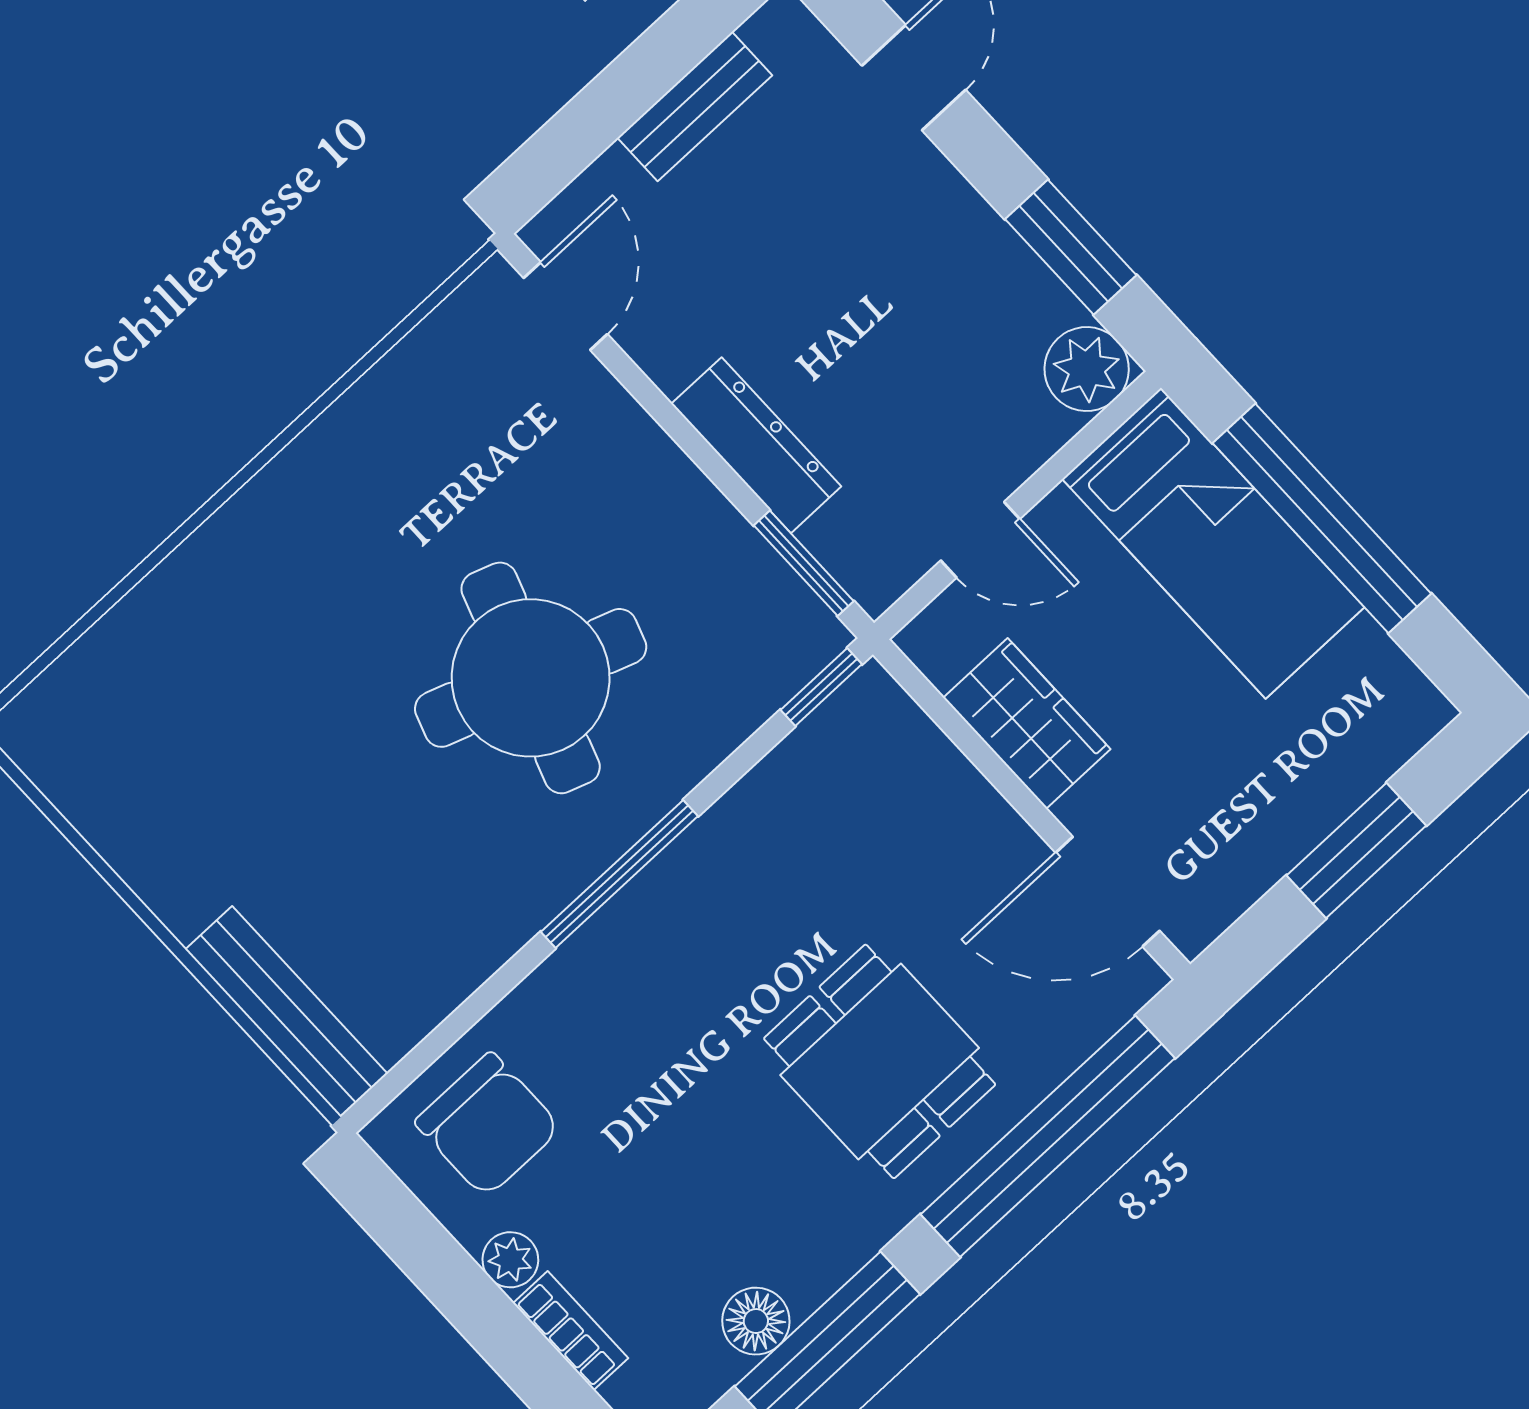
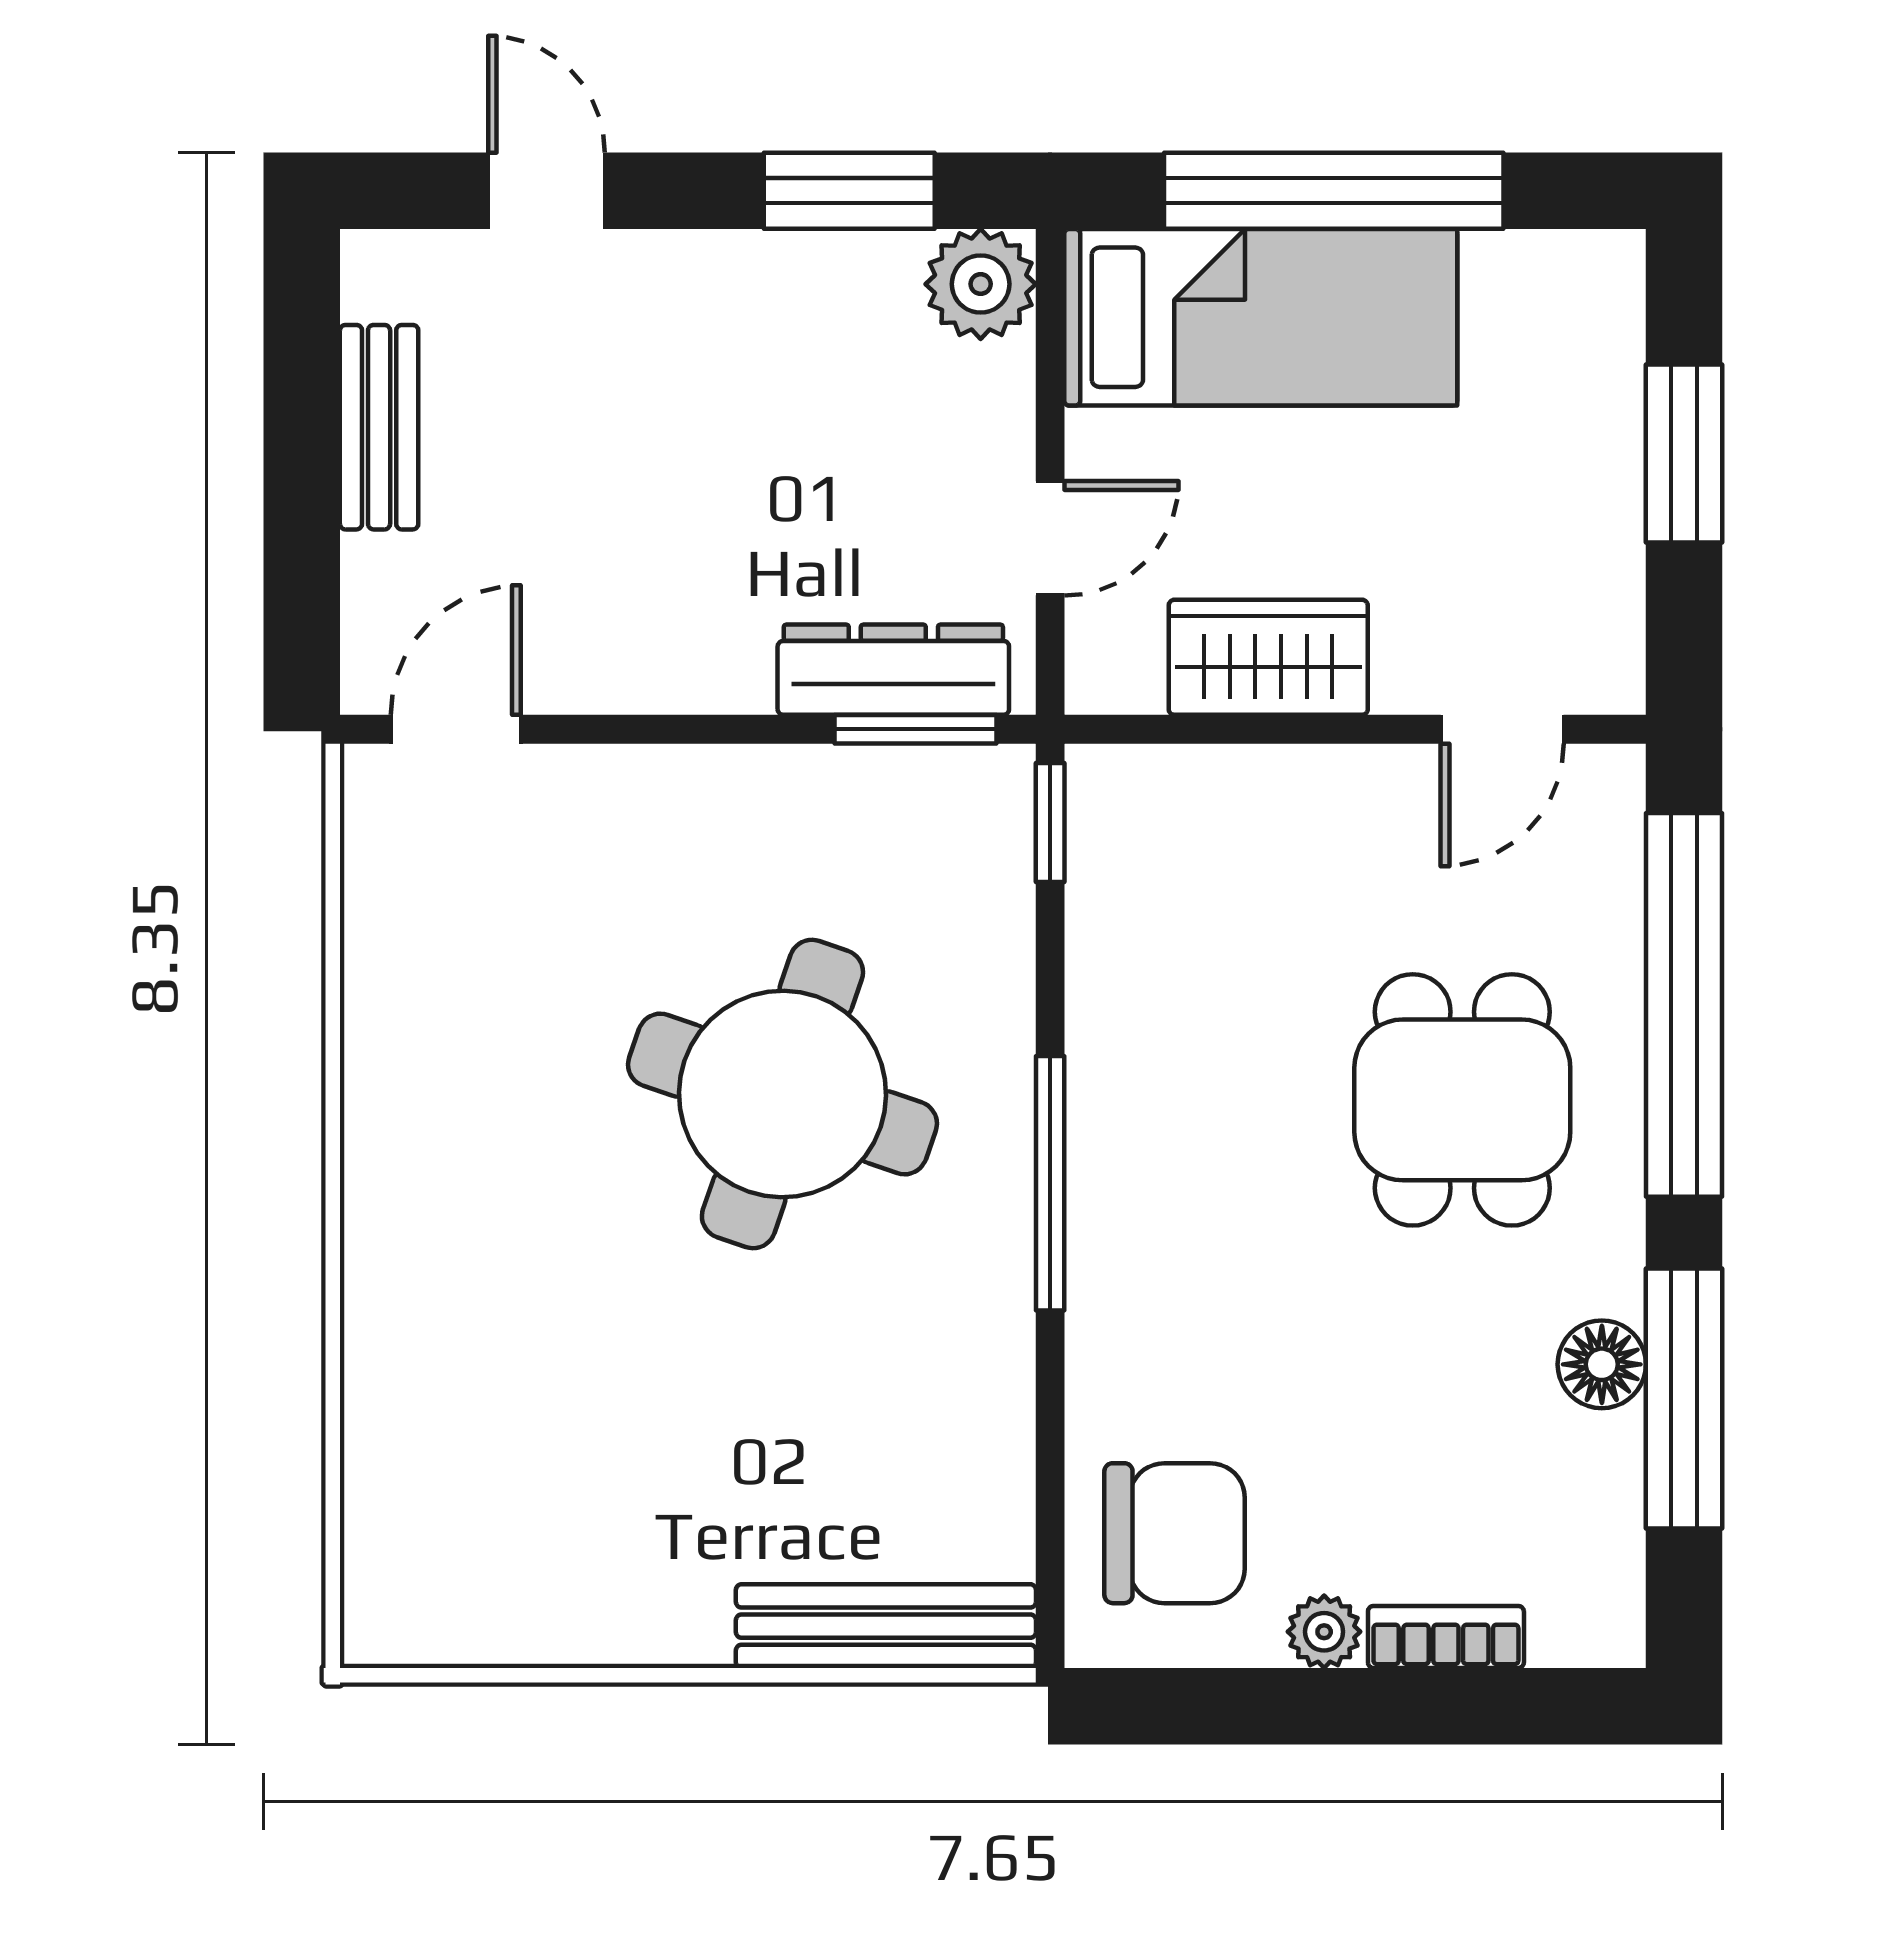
door: (565, 306) -> (456, 729), hinge flipped
dresser: (756, 445) -> (893, 670), moved
door: (1108, 892) -> (1502, 729), width x0.73
dining table: (880, 1061) -> (1462, 1100), turned 90
floor lamp: (756, 1321) -> (1602, 1364), moved

